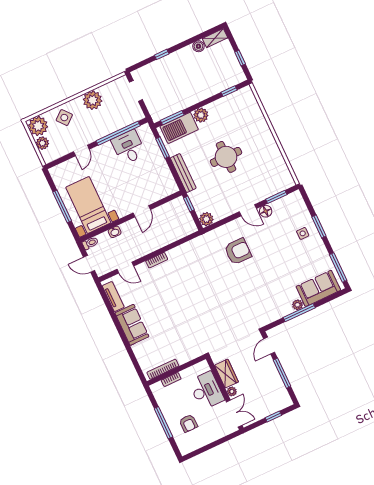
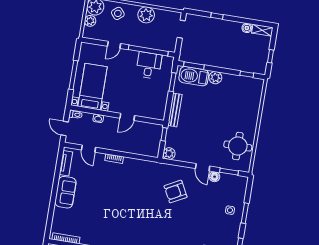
round table: (226, 157) -> (238, 146), moved
armchair: (238, 251) -> (176, 192), turned 152

